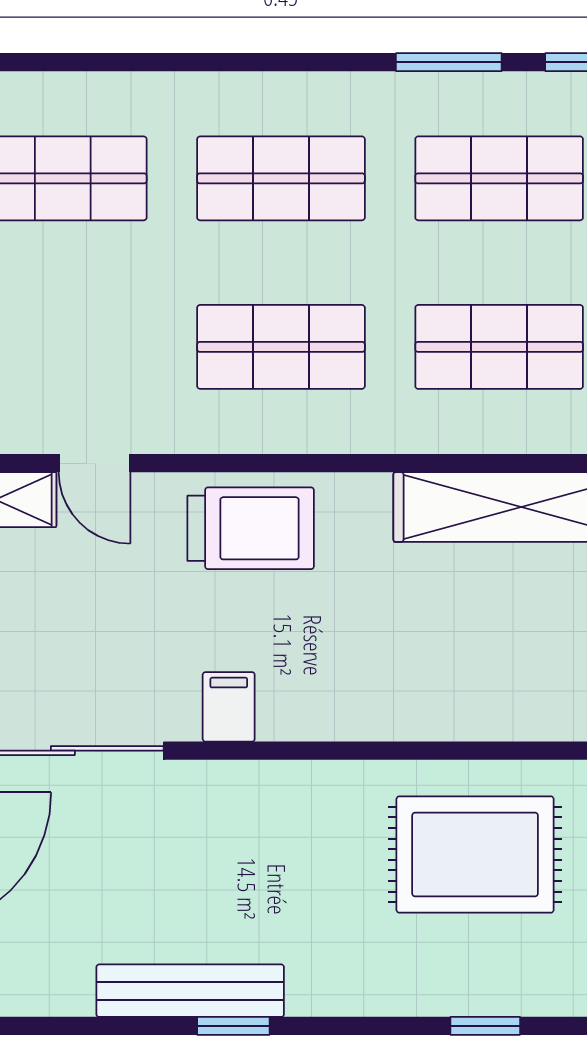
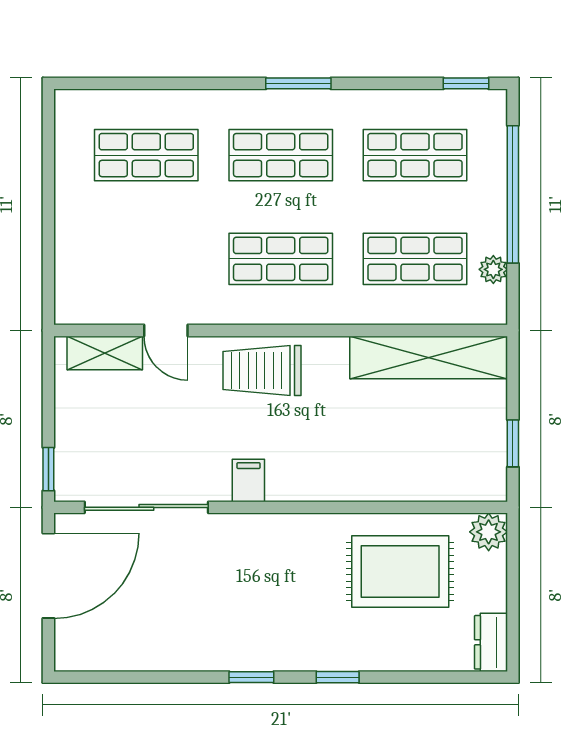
window: (449, 62) -> (298, 83), moved
trolley: (251, 528) -> (262, 371), turned 180
bench: (190, 991) -> (225, 655), removed
window: (485, 1026) -> (338, 677), moved

